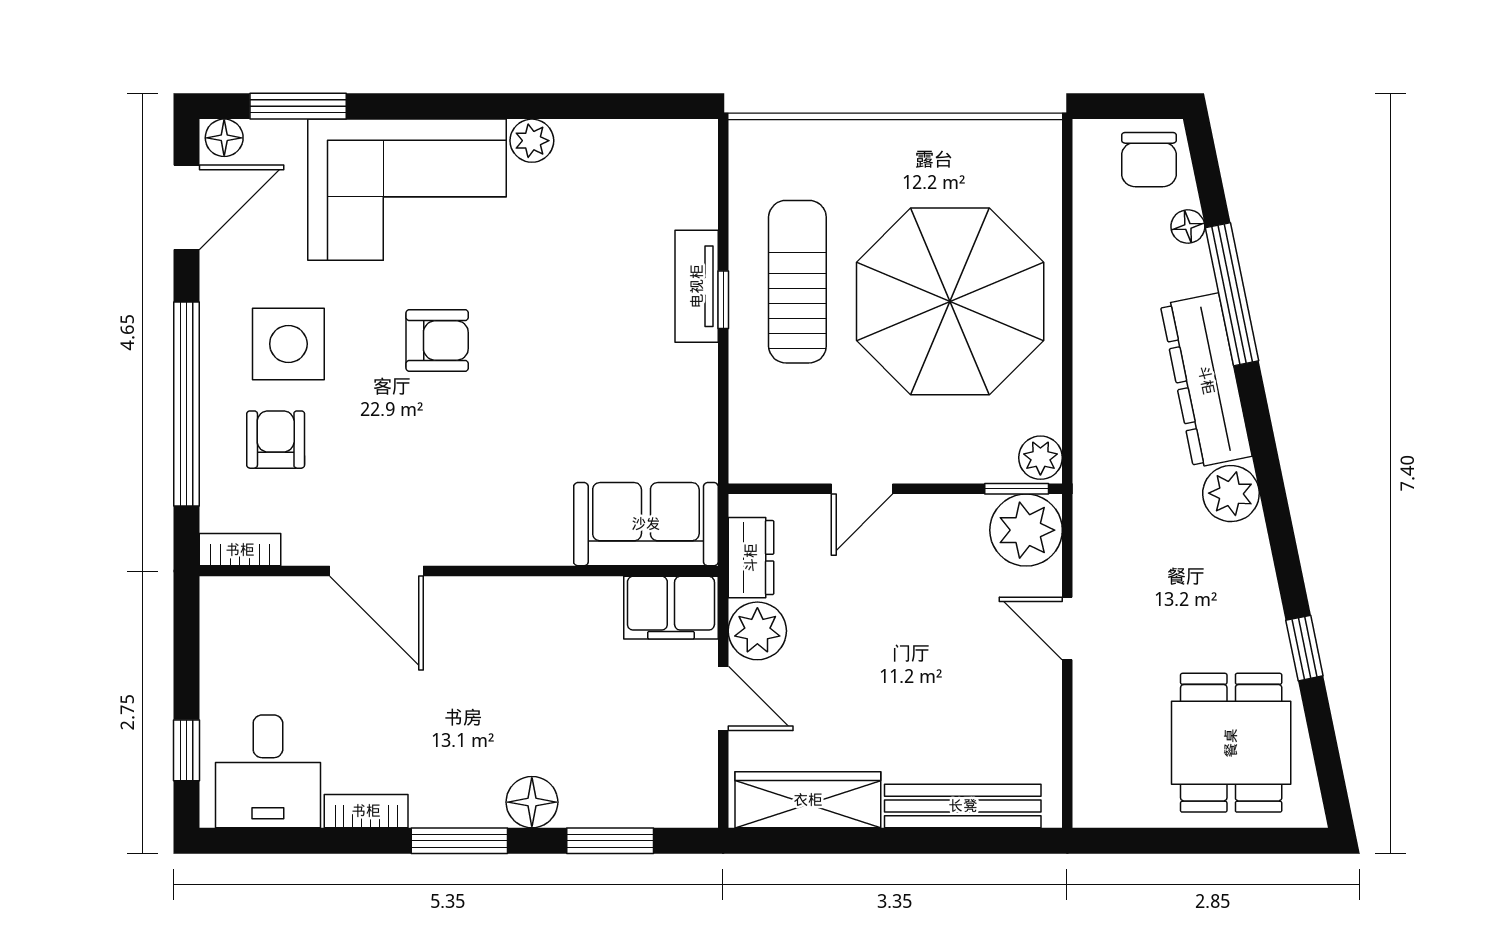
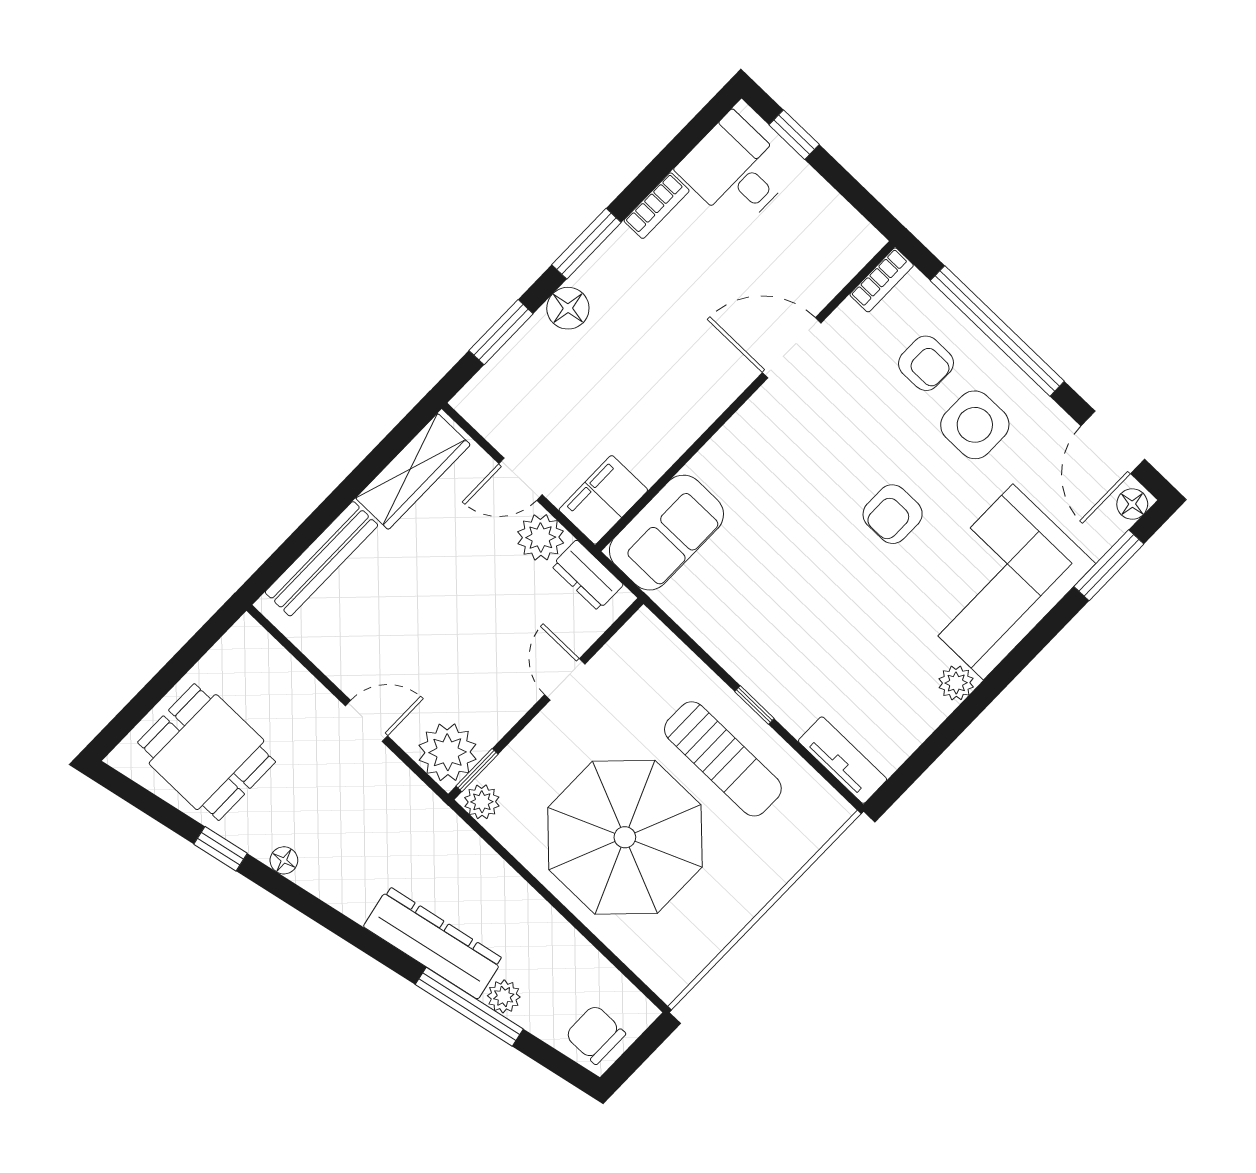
floor lamp: (1188, 226) -> (284, 860), moved
tv unit: (697, 286) -> (843, 760), moved
plant: (1231, 494) -> (504, 996), moved, width x0.73, depth x0.73

